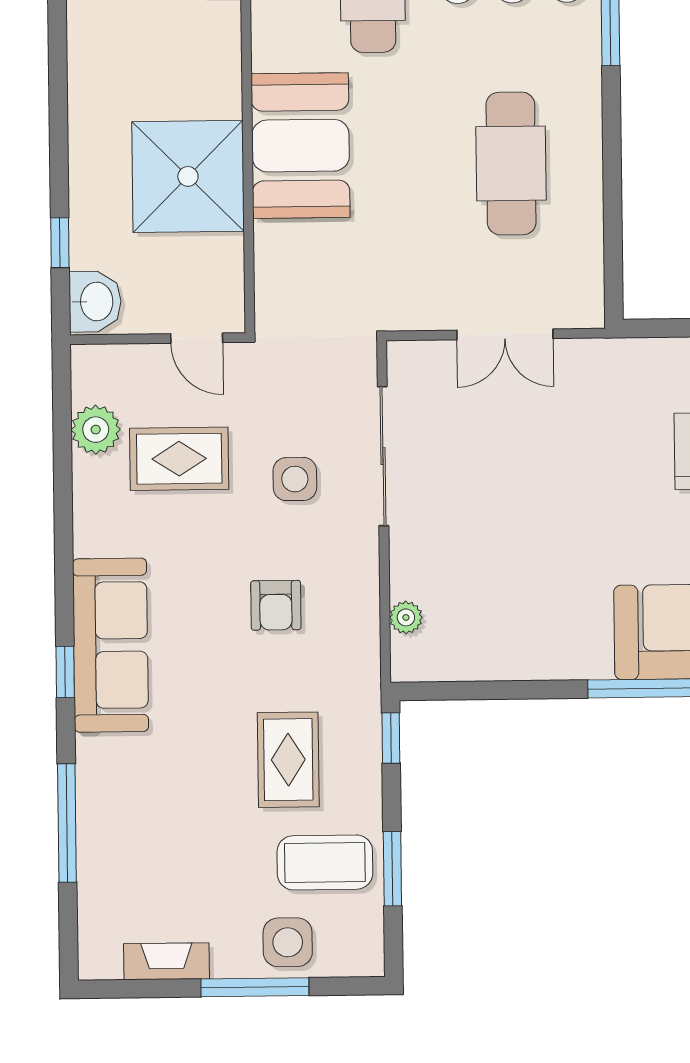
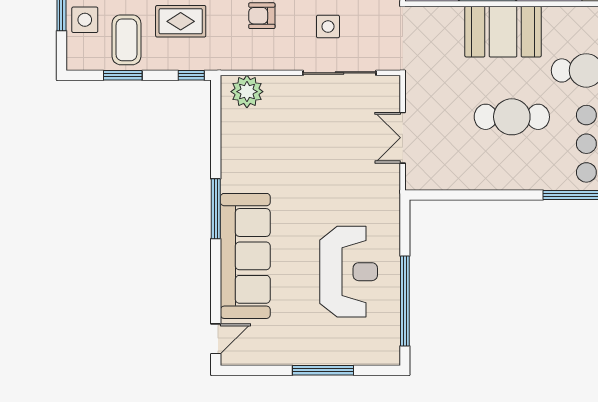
cafe table: (511, 163) -> (512, 117), moved
plant: (406, 617) -> (247, 92), width x1.88, depth x1.88

